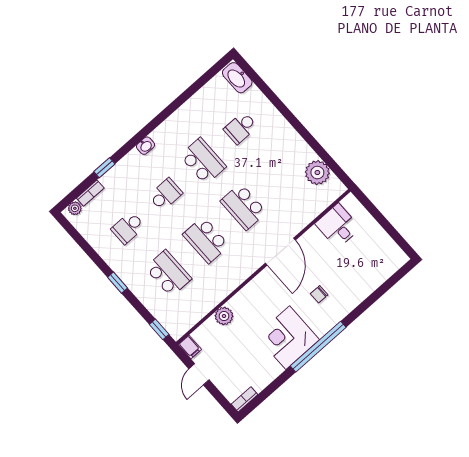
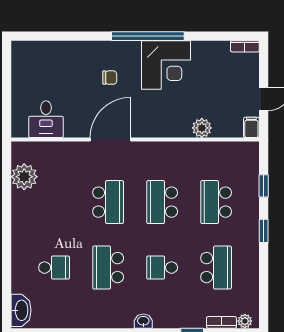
school desk: (128, 228) -> (216, 268), width x1.85
school desk: (206, 240) -> (162, 202), turned 180
window: (159, 329) -> (264, 186), moved

